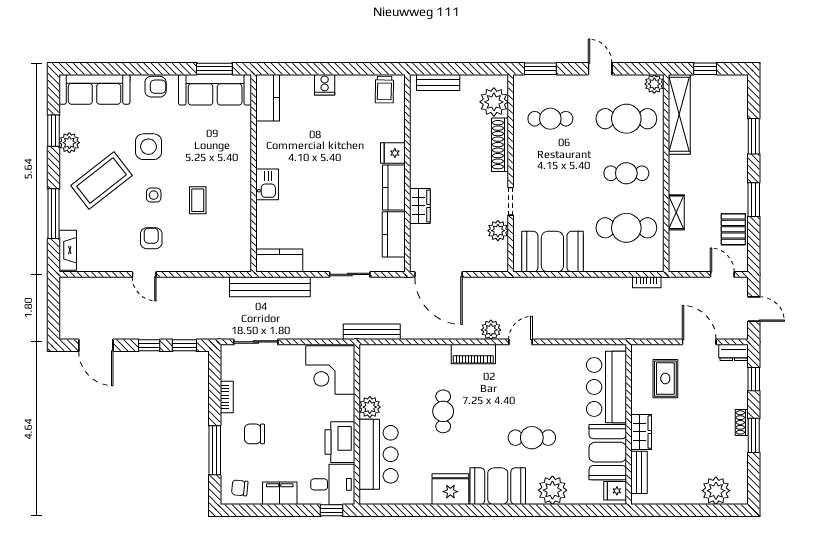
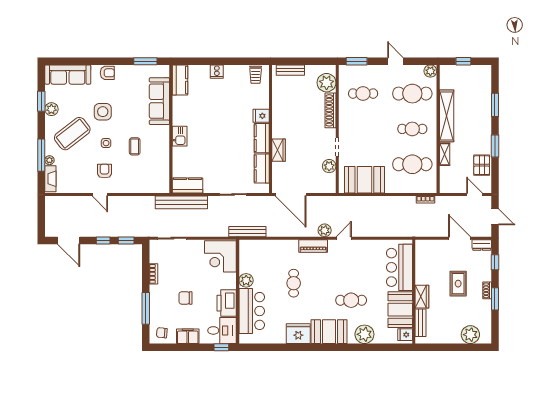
sofa: (215, 90) -> (159, 101), moved, turned 90
shelving: (679, 114) -> (447, 116), moved
plant: (66, 222) -> (49, 160), added
rug: (665, 379) -> (458, 284), moved
chair: (255, 434) -> (185, 298), moved

